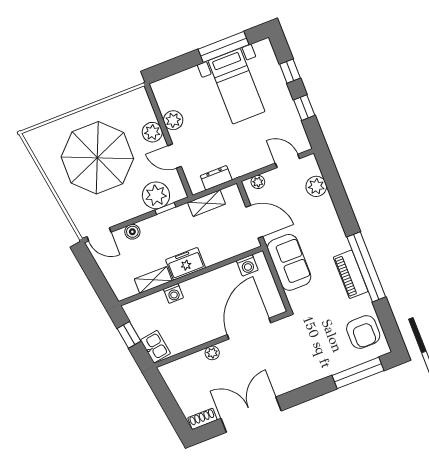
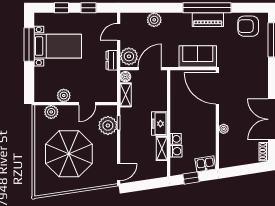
plant: (152, 132) -> (51, 112), moved
dresser: (216, 178) -> (112, 60), moved
plant: (258, 182) -> (129, 56), width x1.88, depth x1.88
plant: (316, 186) -> (154, 20), moved
boiler: (132, 232) -> (125, 77), moved
sofa: (289, 262) -> (198, 56), moved
washing machine: (247, 265) -> (176, 151), moved
door: (249, 329) -> (217, 88), moved
armchair: (363, 332) -> (248, 26), turned 180

